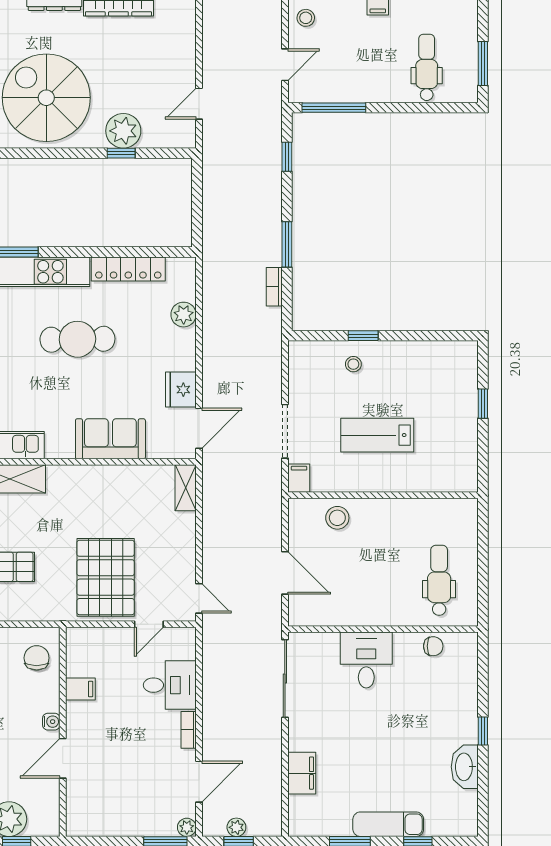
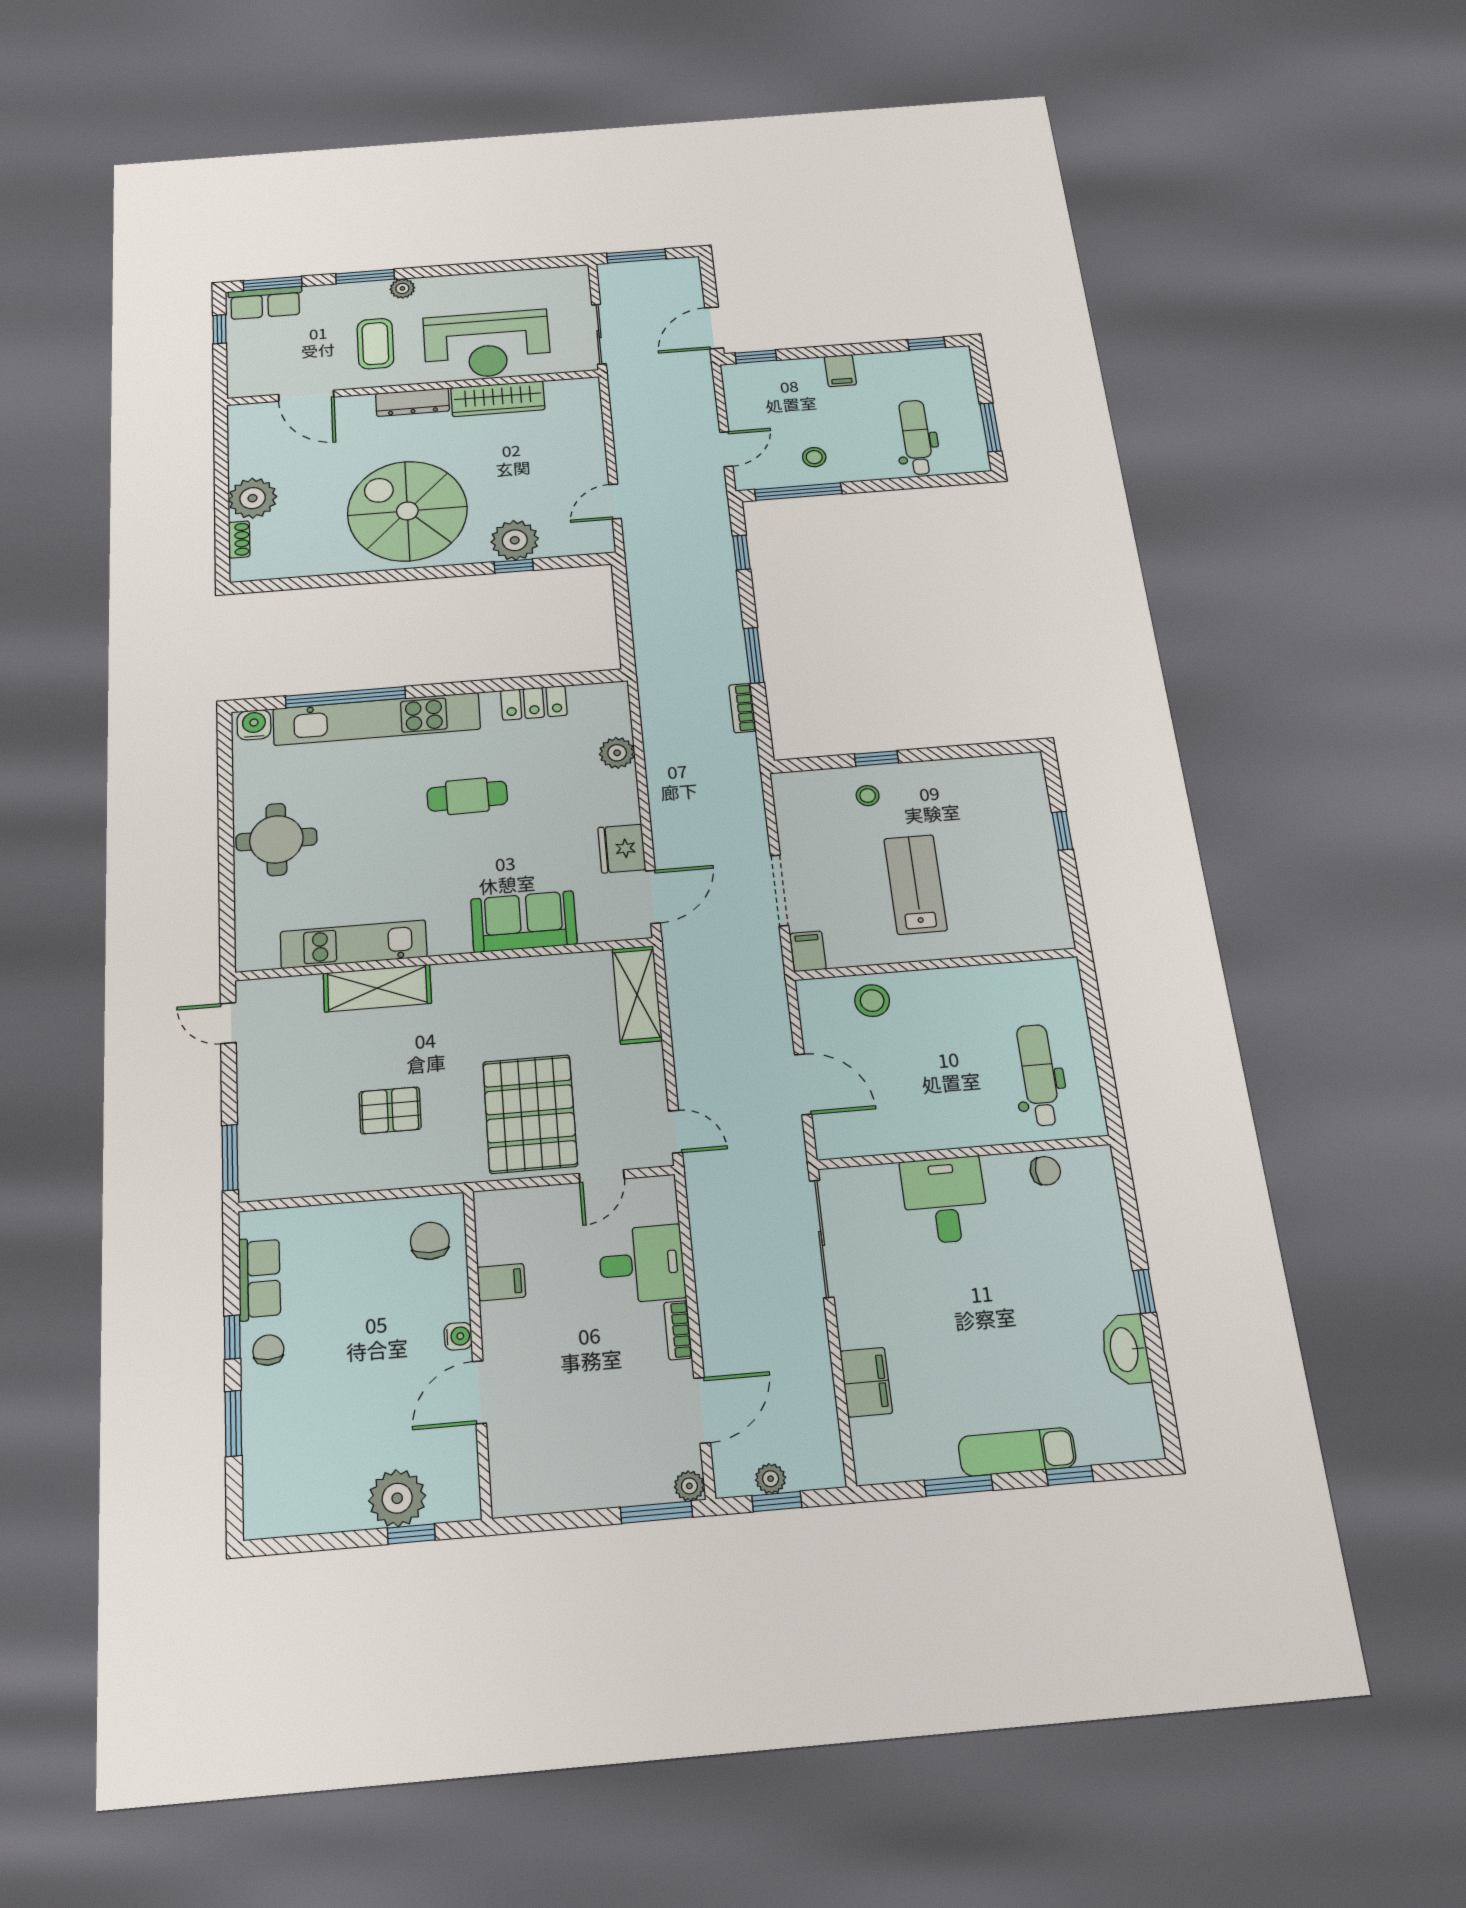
stool: (306, 18) -> (814, 457), moved
locker: (128, 269) -> (534, 703), width x0.66
cafe table: (77, 339) -> (467, 796), width x0.73, depth x0.74
lab bench: (377, 435) -> (915, 884), turned 90
shelving: (186, 488) -> (637, 995), width x1.50, depth x1.33

